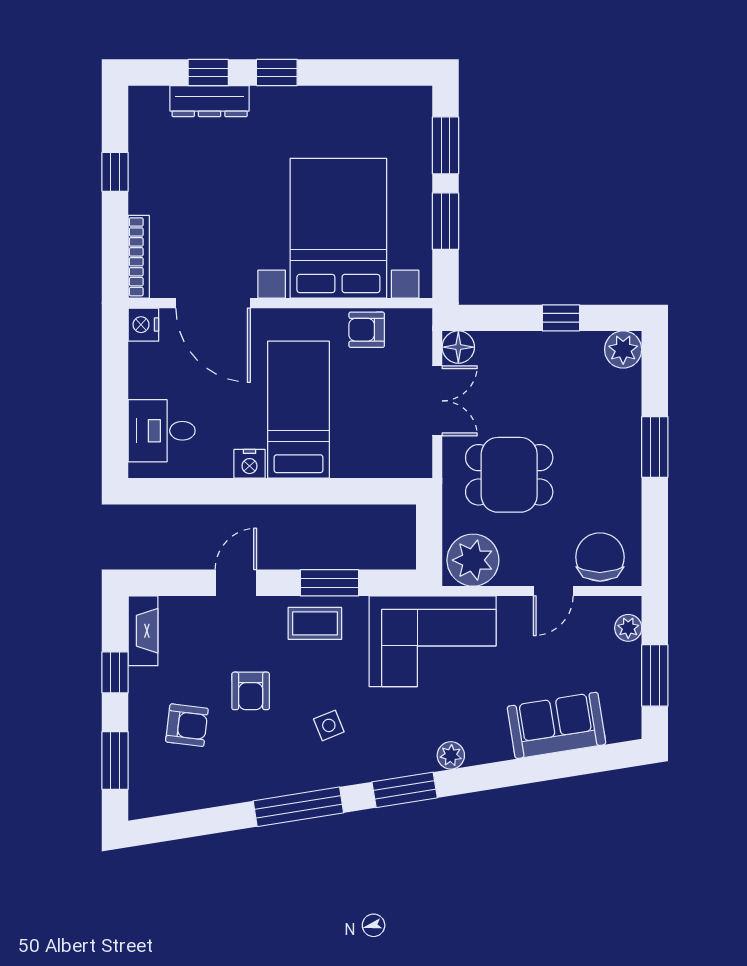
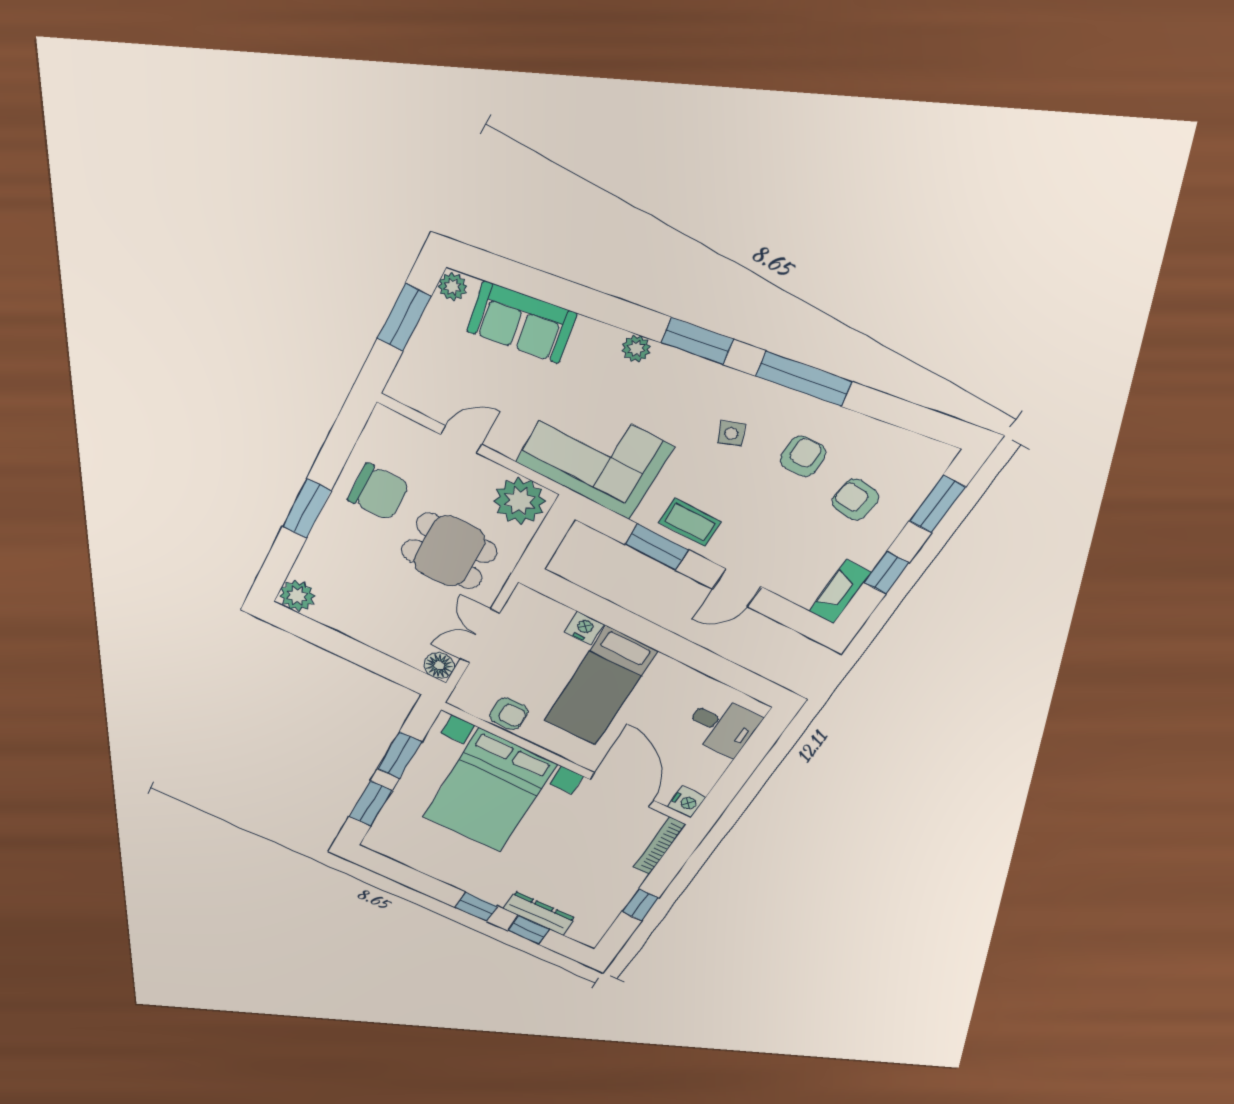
window: (561, 318) -> (339, 644), removed
nightstand: (249, 464) -> (584, 628), moved
chair: (600, 557) -> (378, 492), moved, turned -90
plant: (628, 628) -> (453, 287), moved
armchair: (251, 691) -> (803, 456), moved

